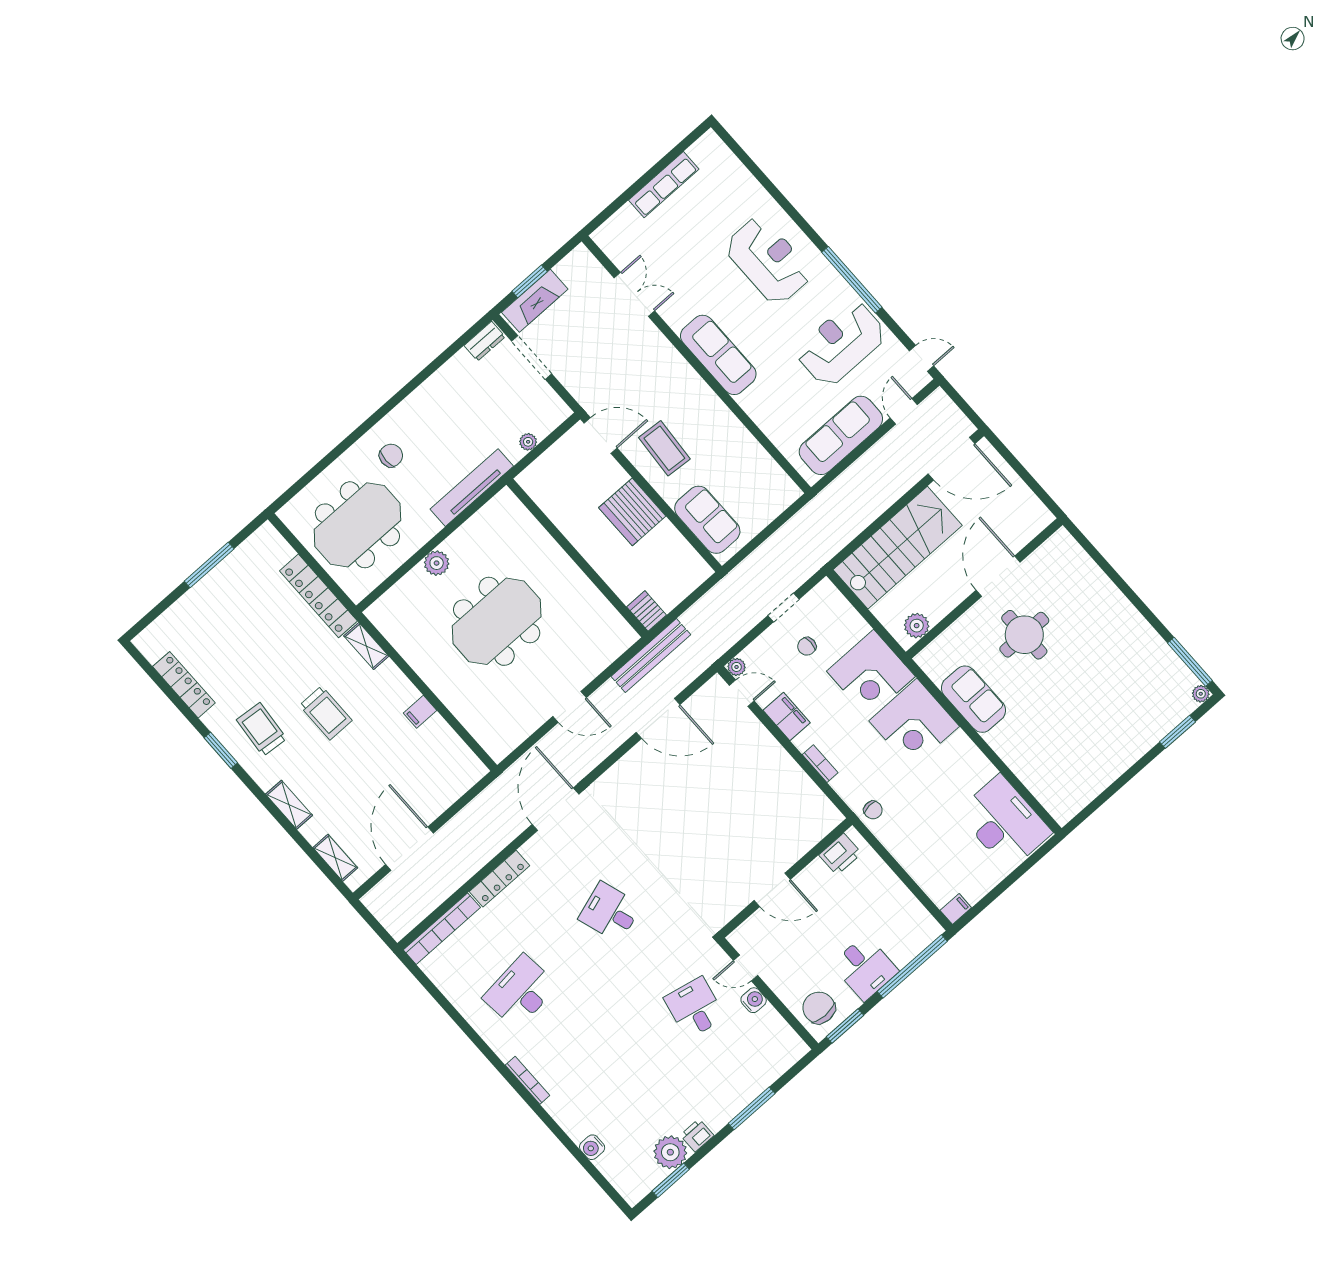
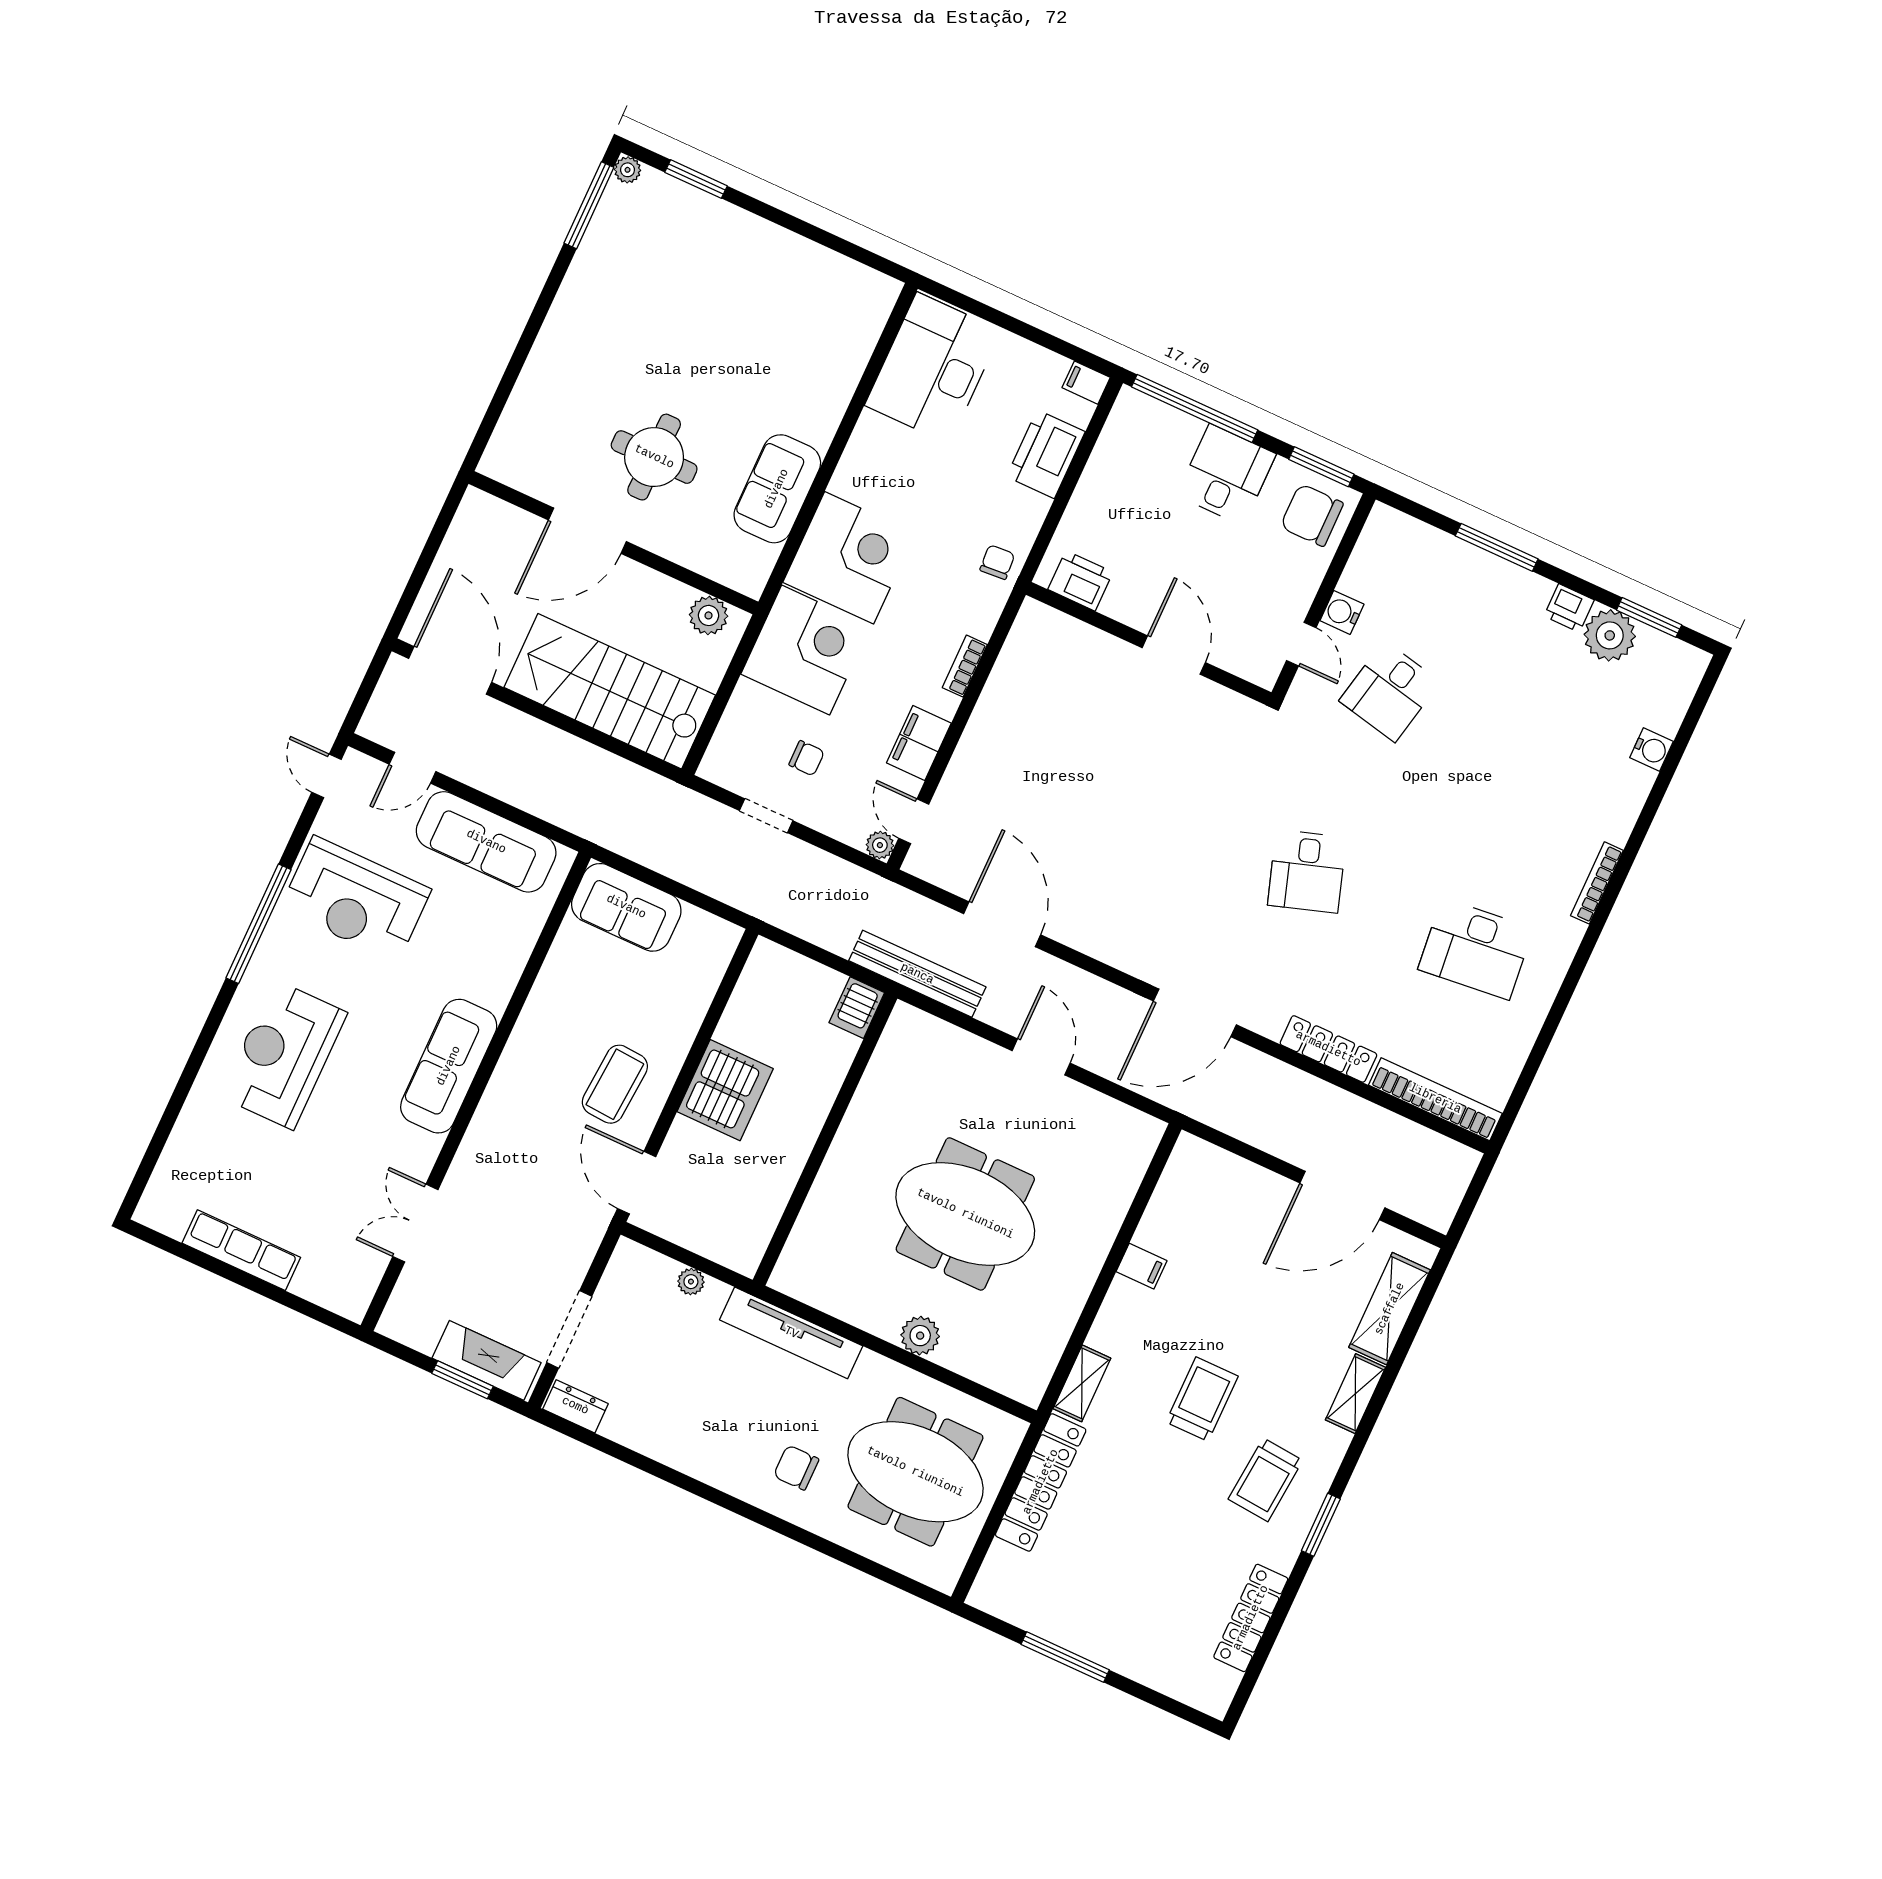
sofa: (707, 520) -> (626, 907), moved, turned -90
shelving: (335, 858) -> (1390, 1309), width x1.50, depth x1.33
printer: (924, 867) -> (1046, 454), added
chair: (819, 1008) -> (1312, 515), turned 90

